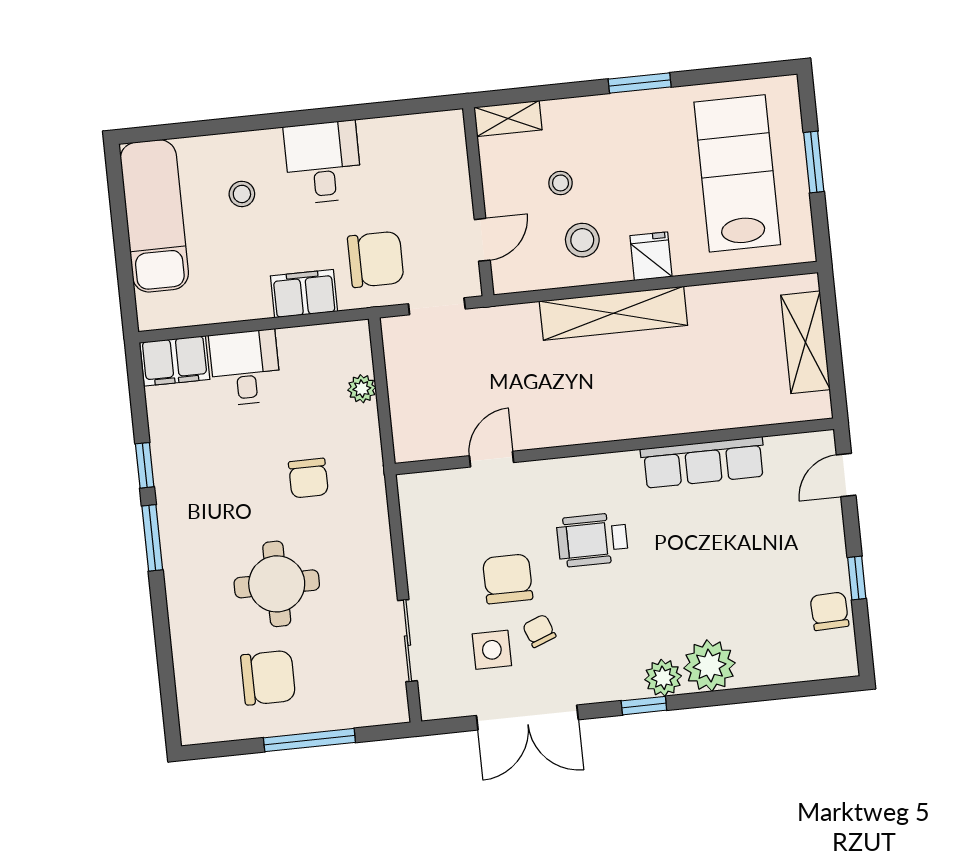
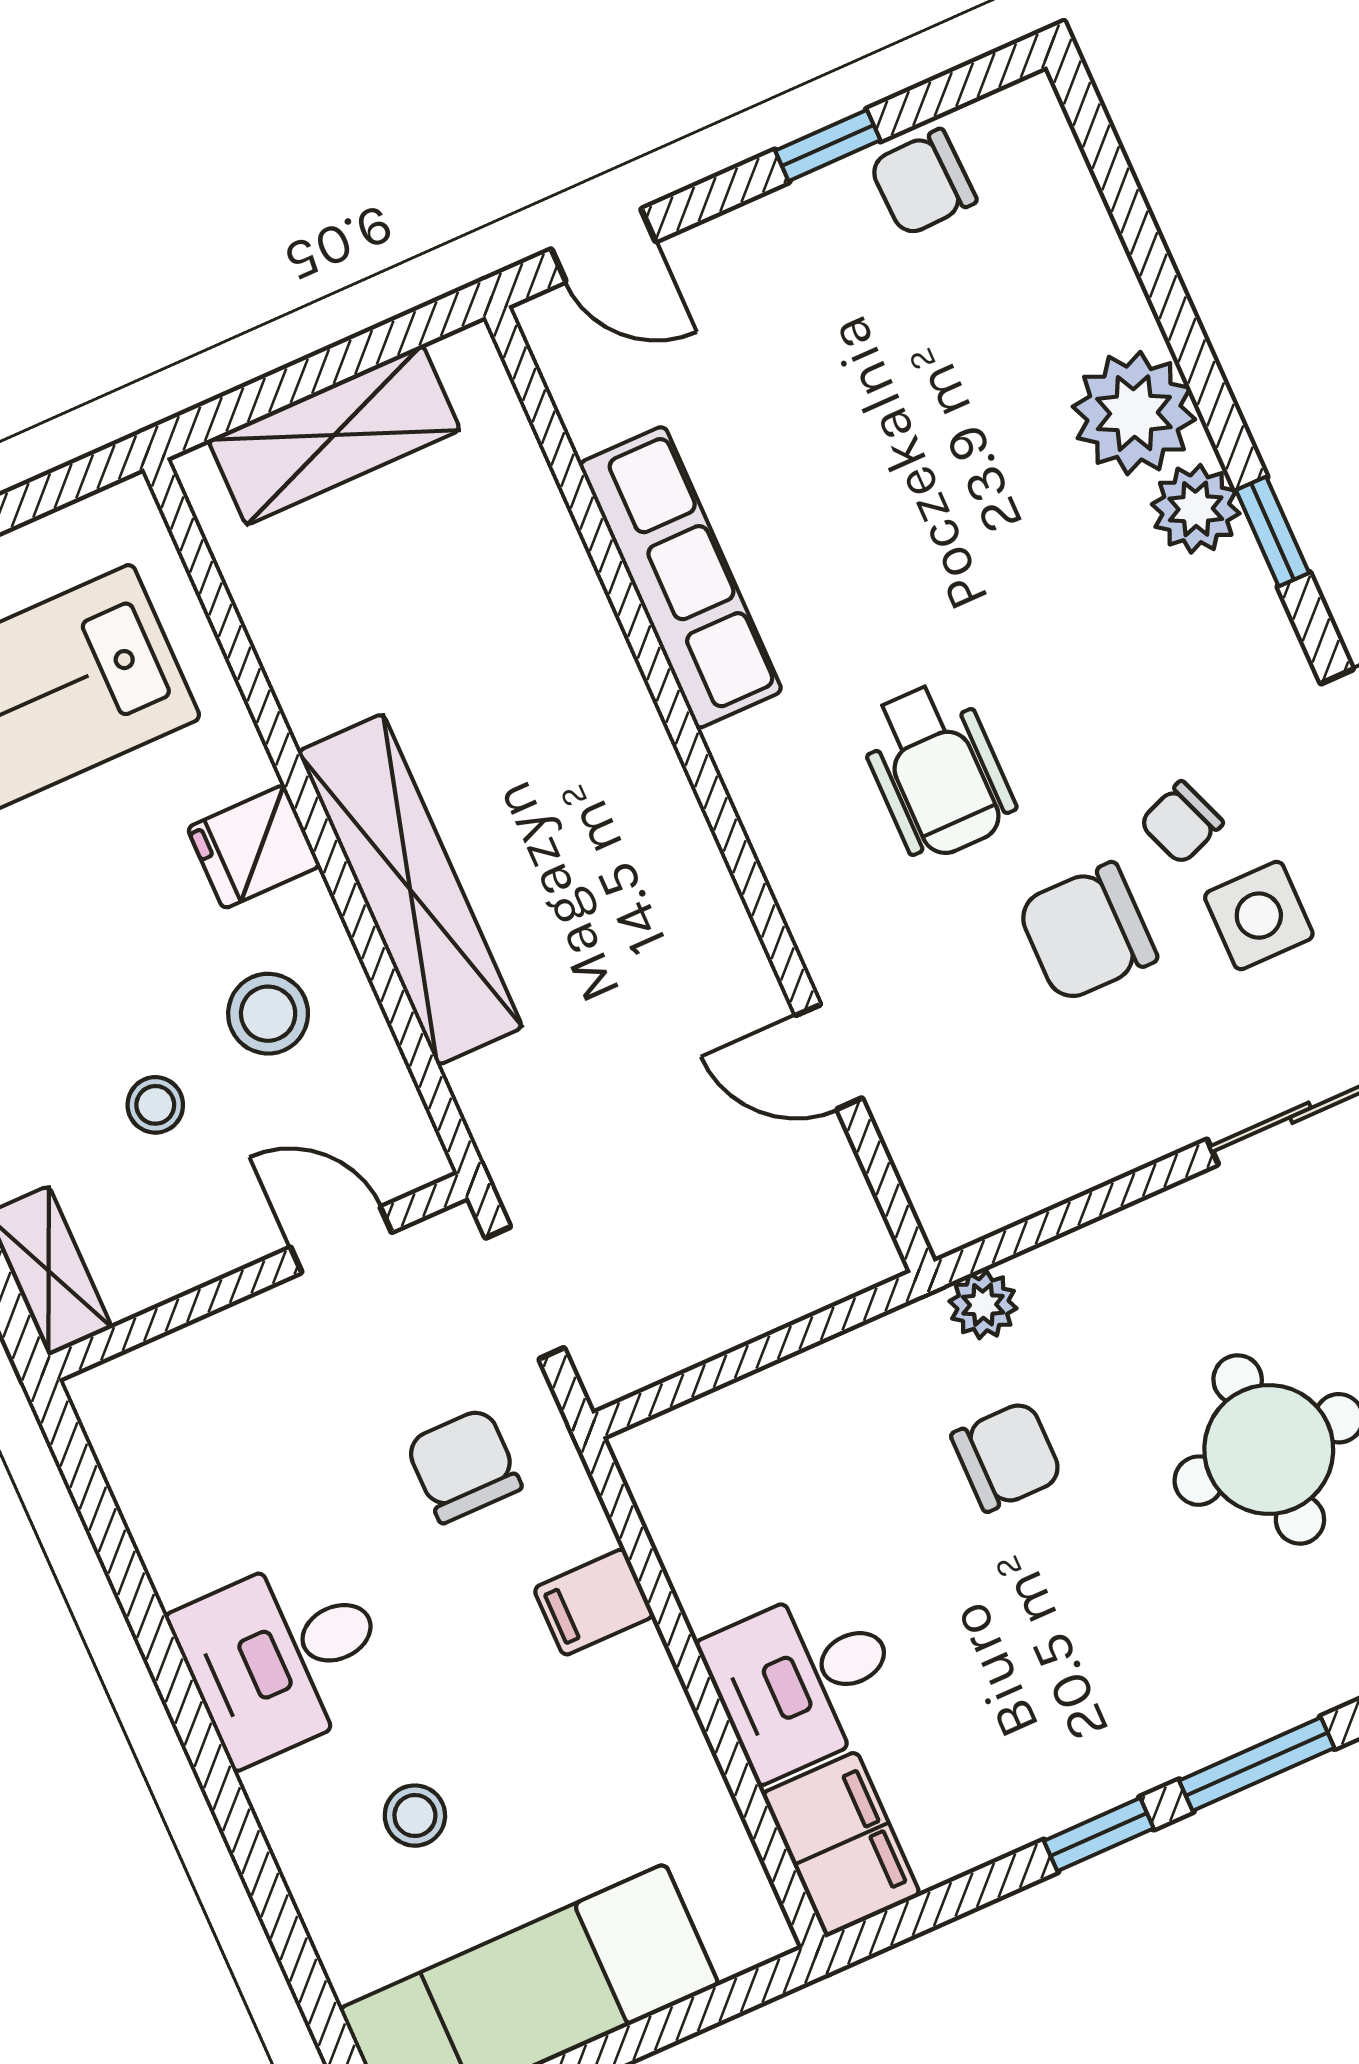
chair: (376, 259) -> (464, 1465), width x0.73, depth x0.73
filing cabinet: (304, 294) -> (594, 1602), width x0.50
plant: (362, 389) -> (983, 1305), moved

